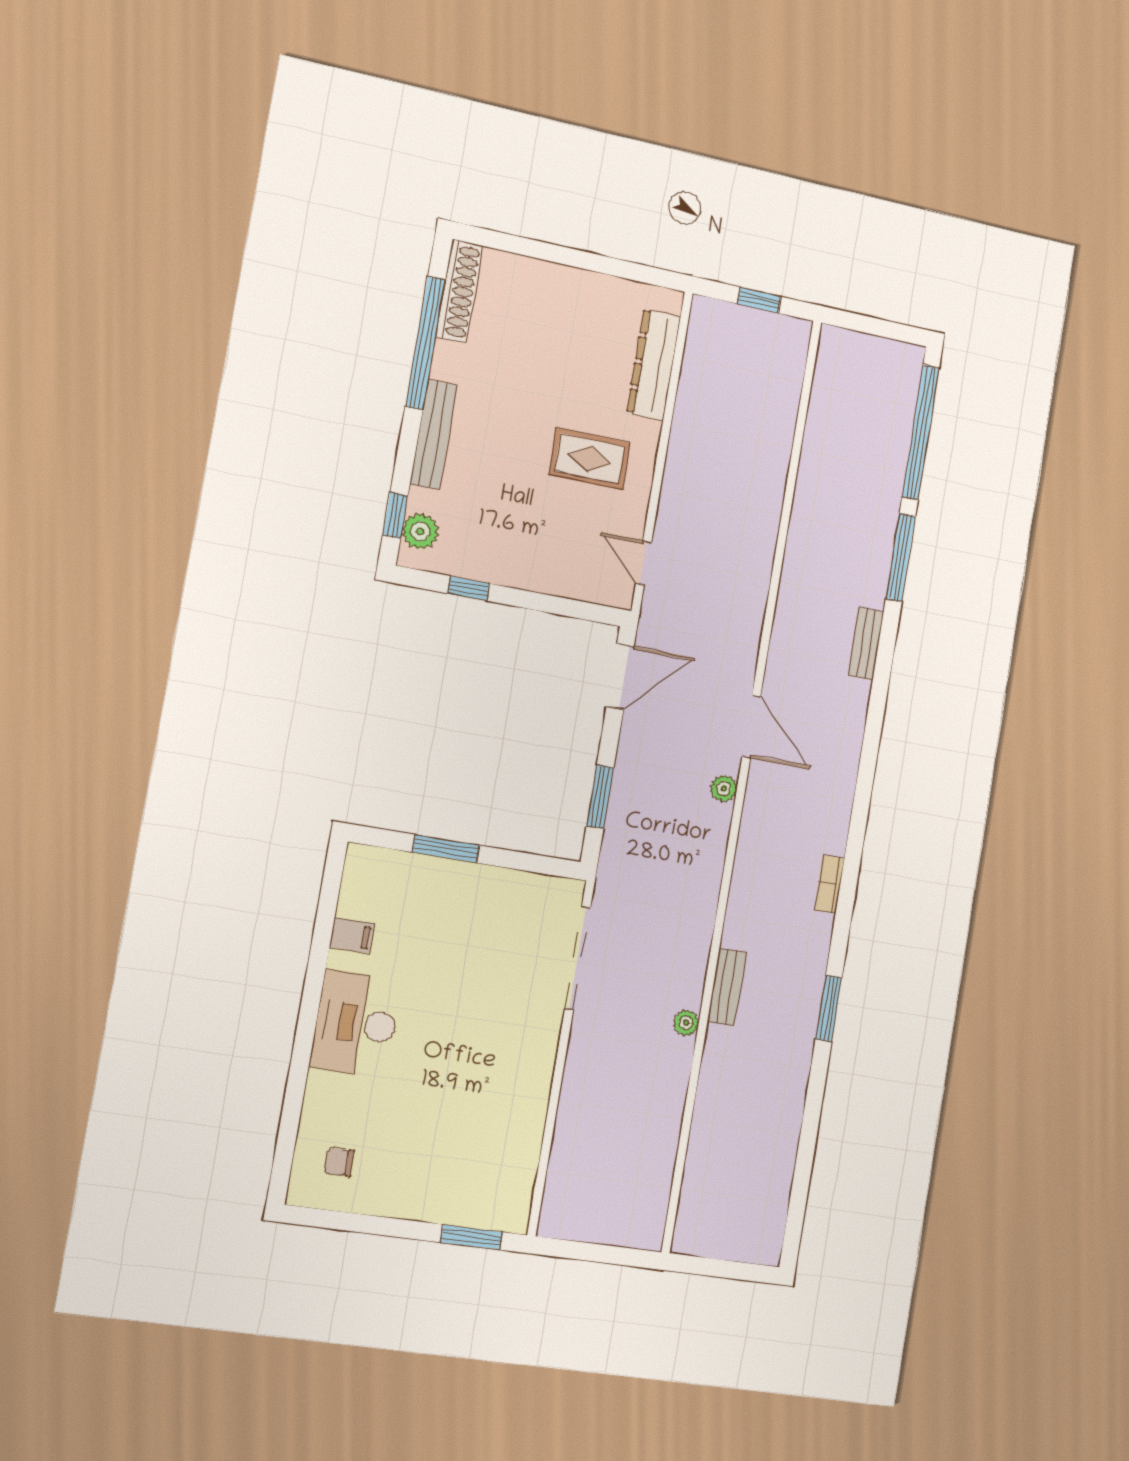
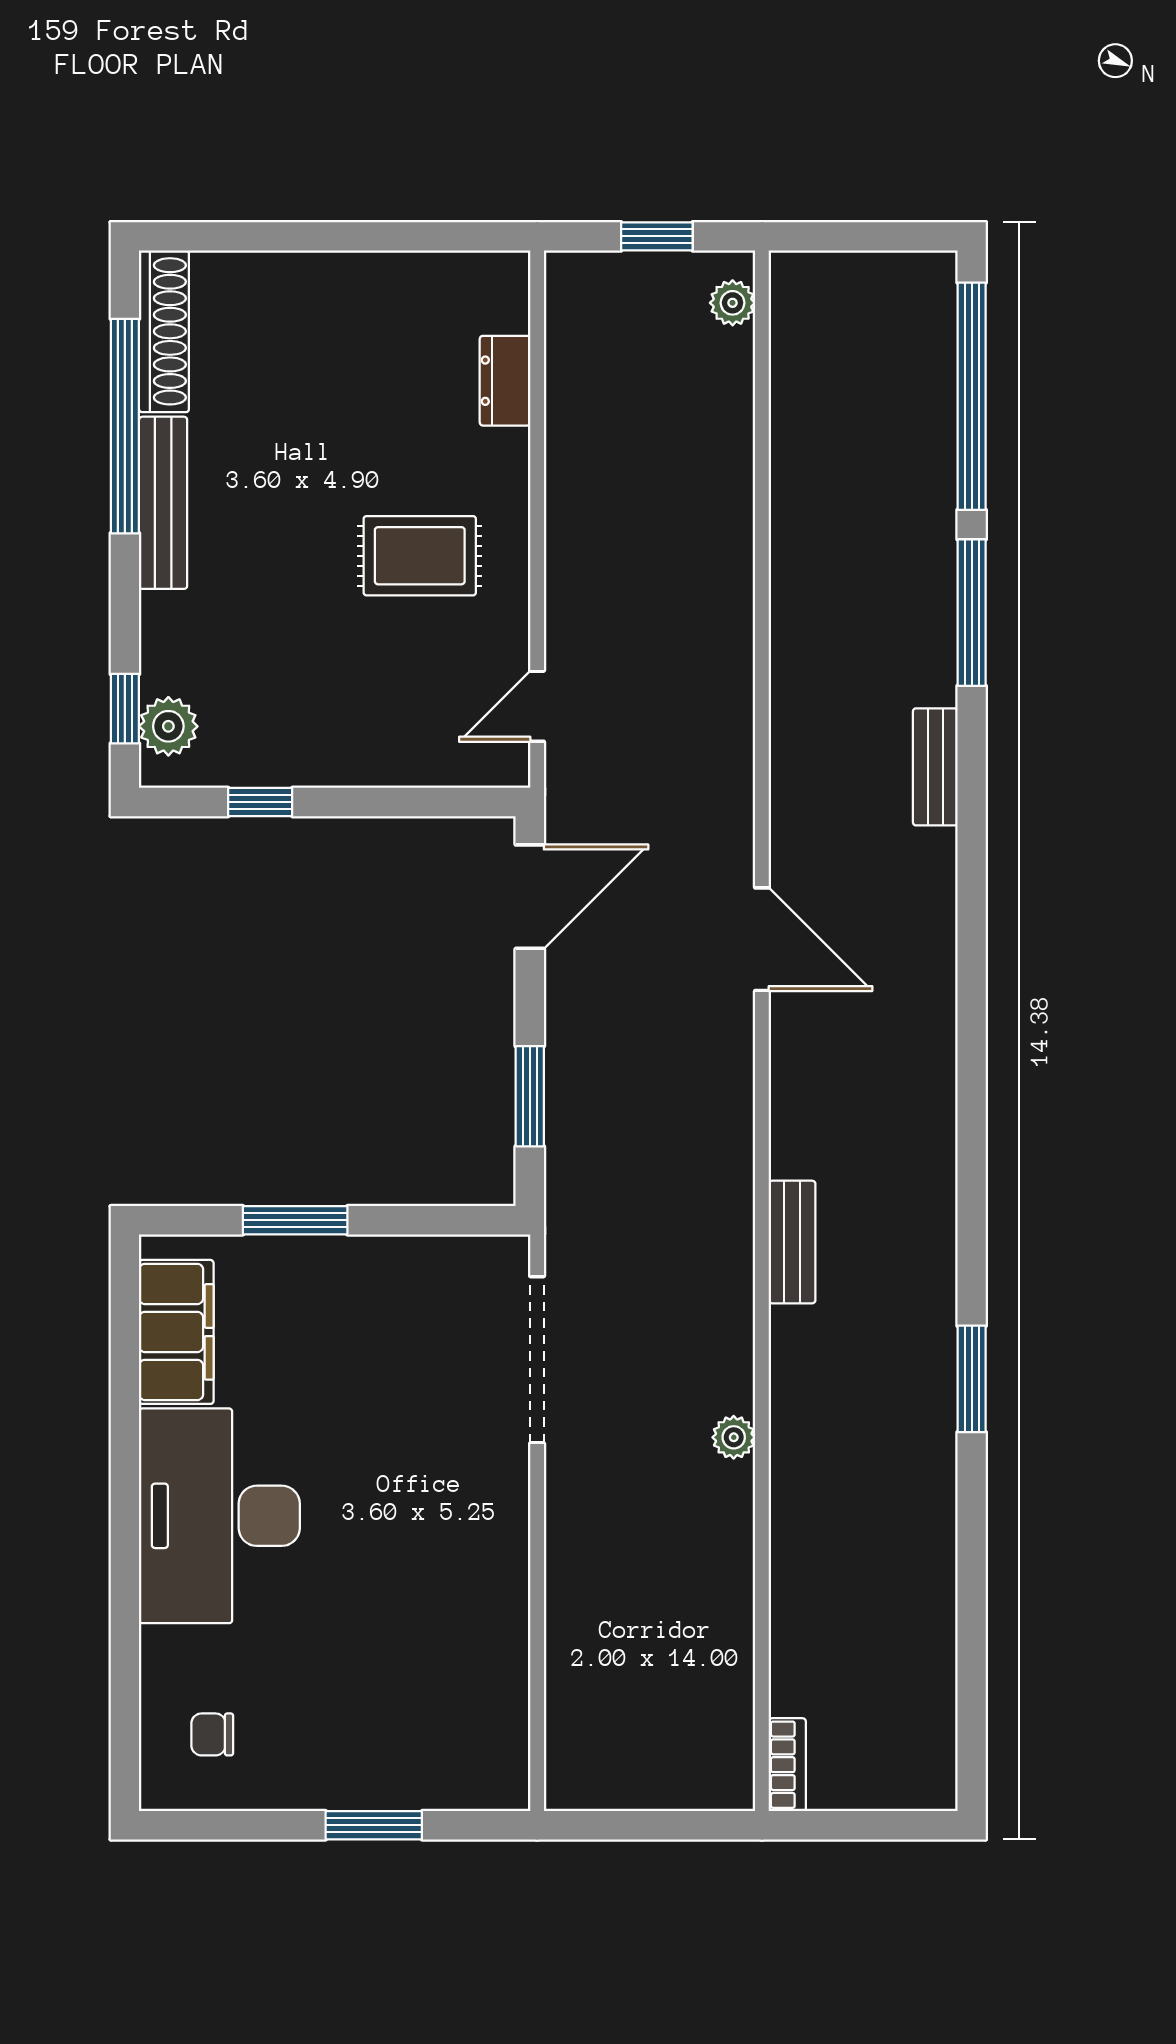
dresser: (654, 365) -> (505, 381), width x0.51, depth x0.80
bench: (434, 434) -> (163, 503), moved
door: (644, 563) -> (537, 706), hinge flipped
plant: (724, 789) -> (733, 303), moved
bookcase: (830, 884) -> (787, 1765), moved, turned 180
filing cabinet: (352, 936) -> (176, 1332), width x3.00, depth x1.17
bench: (727, 987) -> (792, 1242), moved
desk: (356, 1023) -> (219, 1516), width x1.36, depth x1.30
window: (471, 1237) -> (374, 1825), moved

